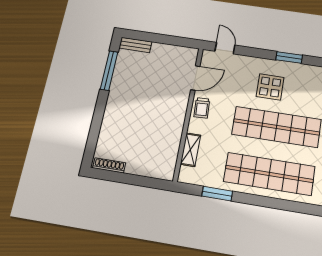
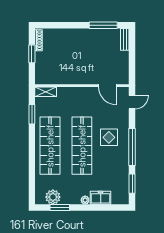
window: (289, 57) -> (132, 147), width x2.11
trolley: (202, 108) -> (87, 94), removed
shelving: (190, 150) -> (46, 92), moved
window: (127, 179) -> (32, 54), added

